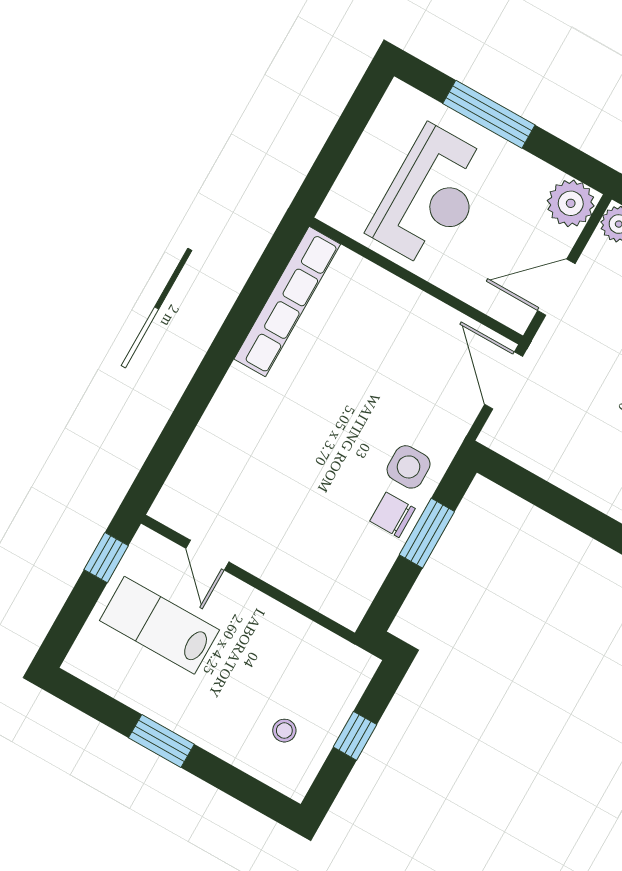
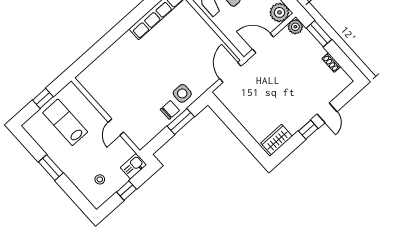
chair: (392, 515) -> (170, 110), turned 90
door: (207, 555) -> (116, 127), moved
window: (106, 558) -> (43, 98), moved
kitchen sink: (352, 674) -> (134, 166), added

